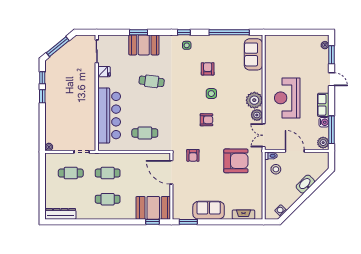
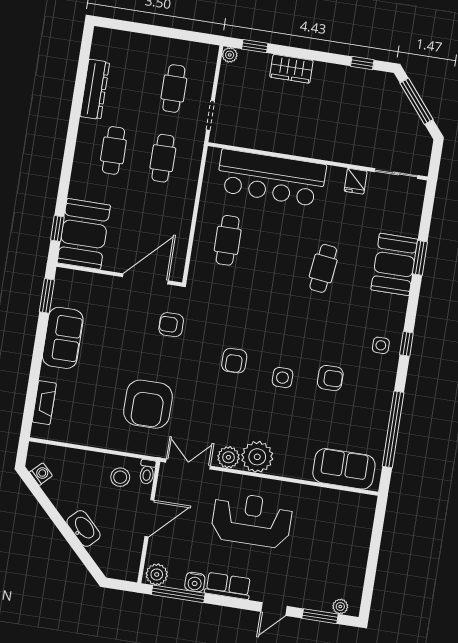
window: (42, 96) -> (255, 46), moved
wardrobe: (51, 114) -> (291, 69), added
dresser: (61, 214) -> (95, 89), moved

